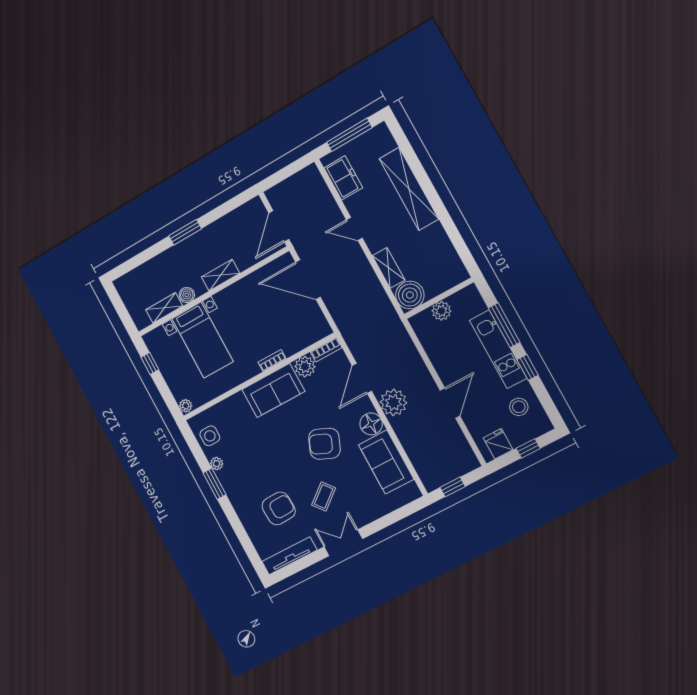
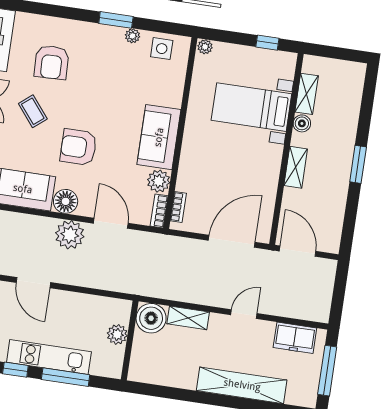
bookcase: (272, 361) -> (178, 207), moved
armchair: (324, 444) -> (78, 147), turned -113

